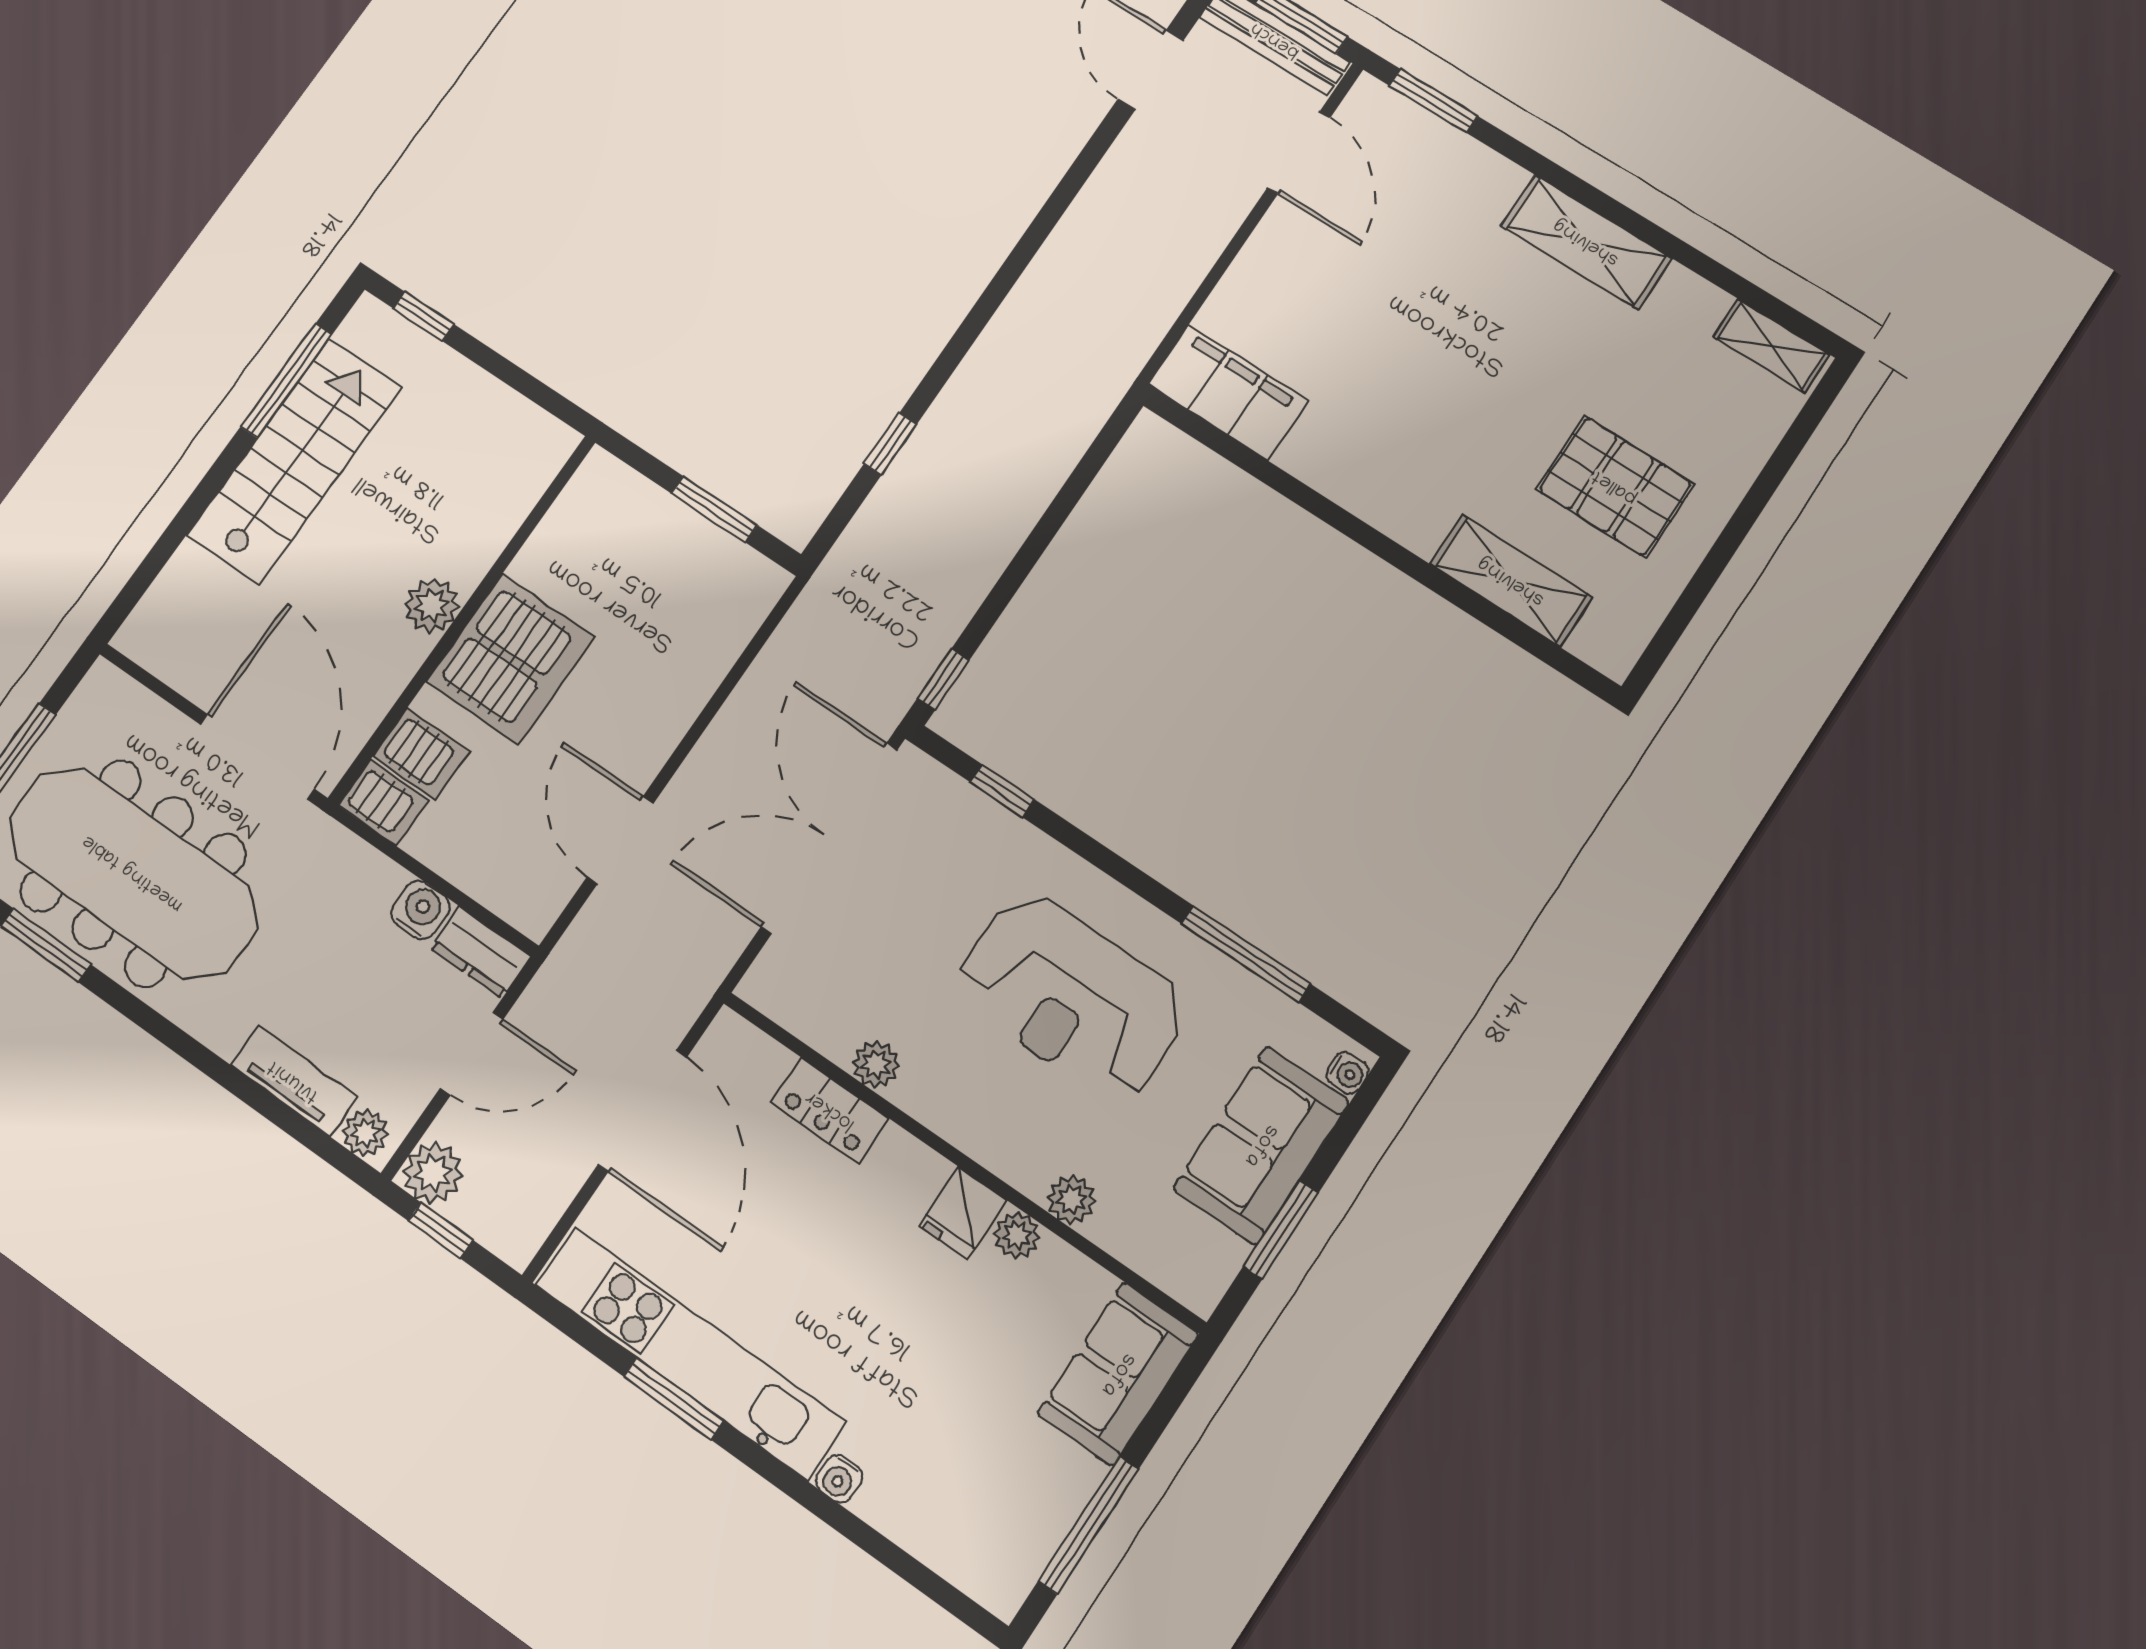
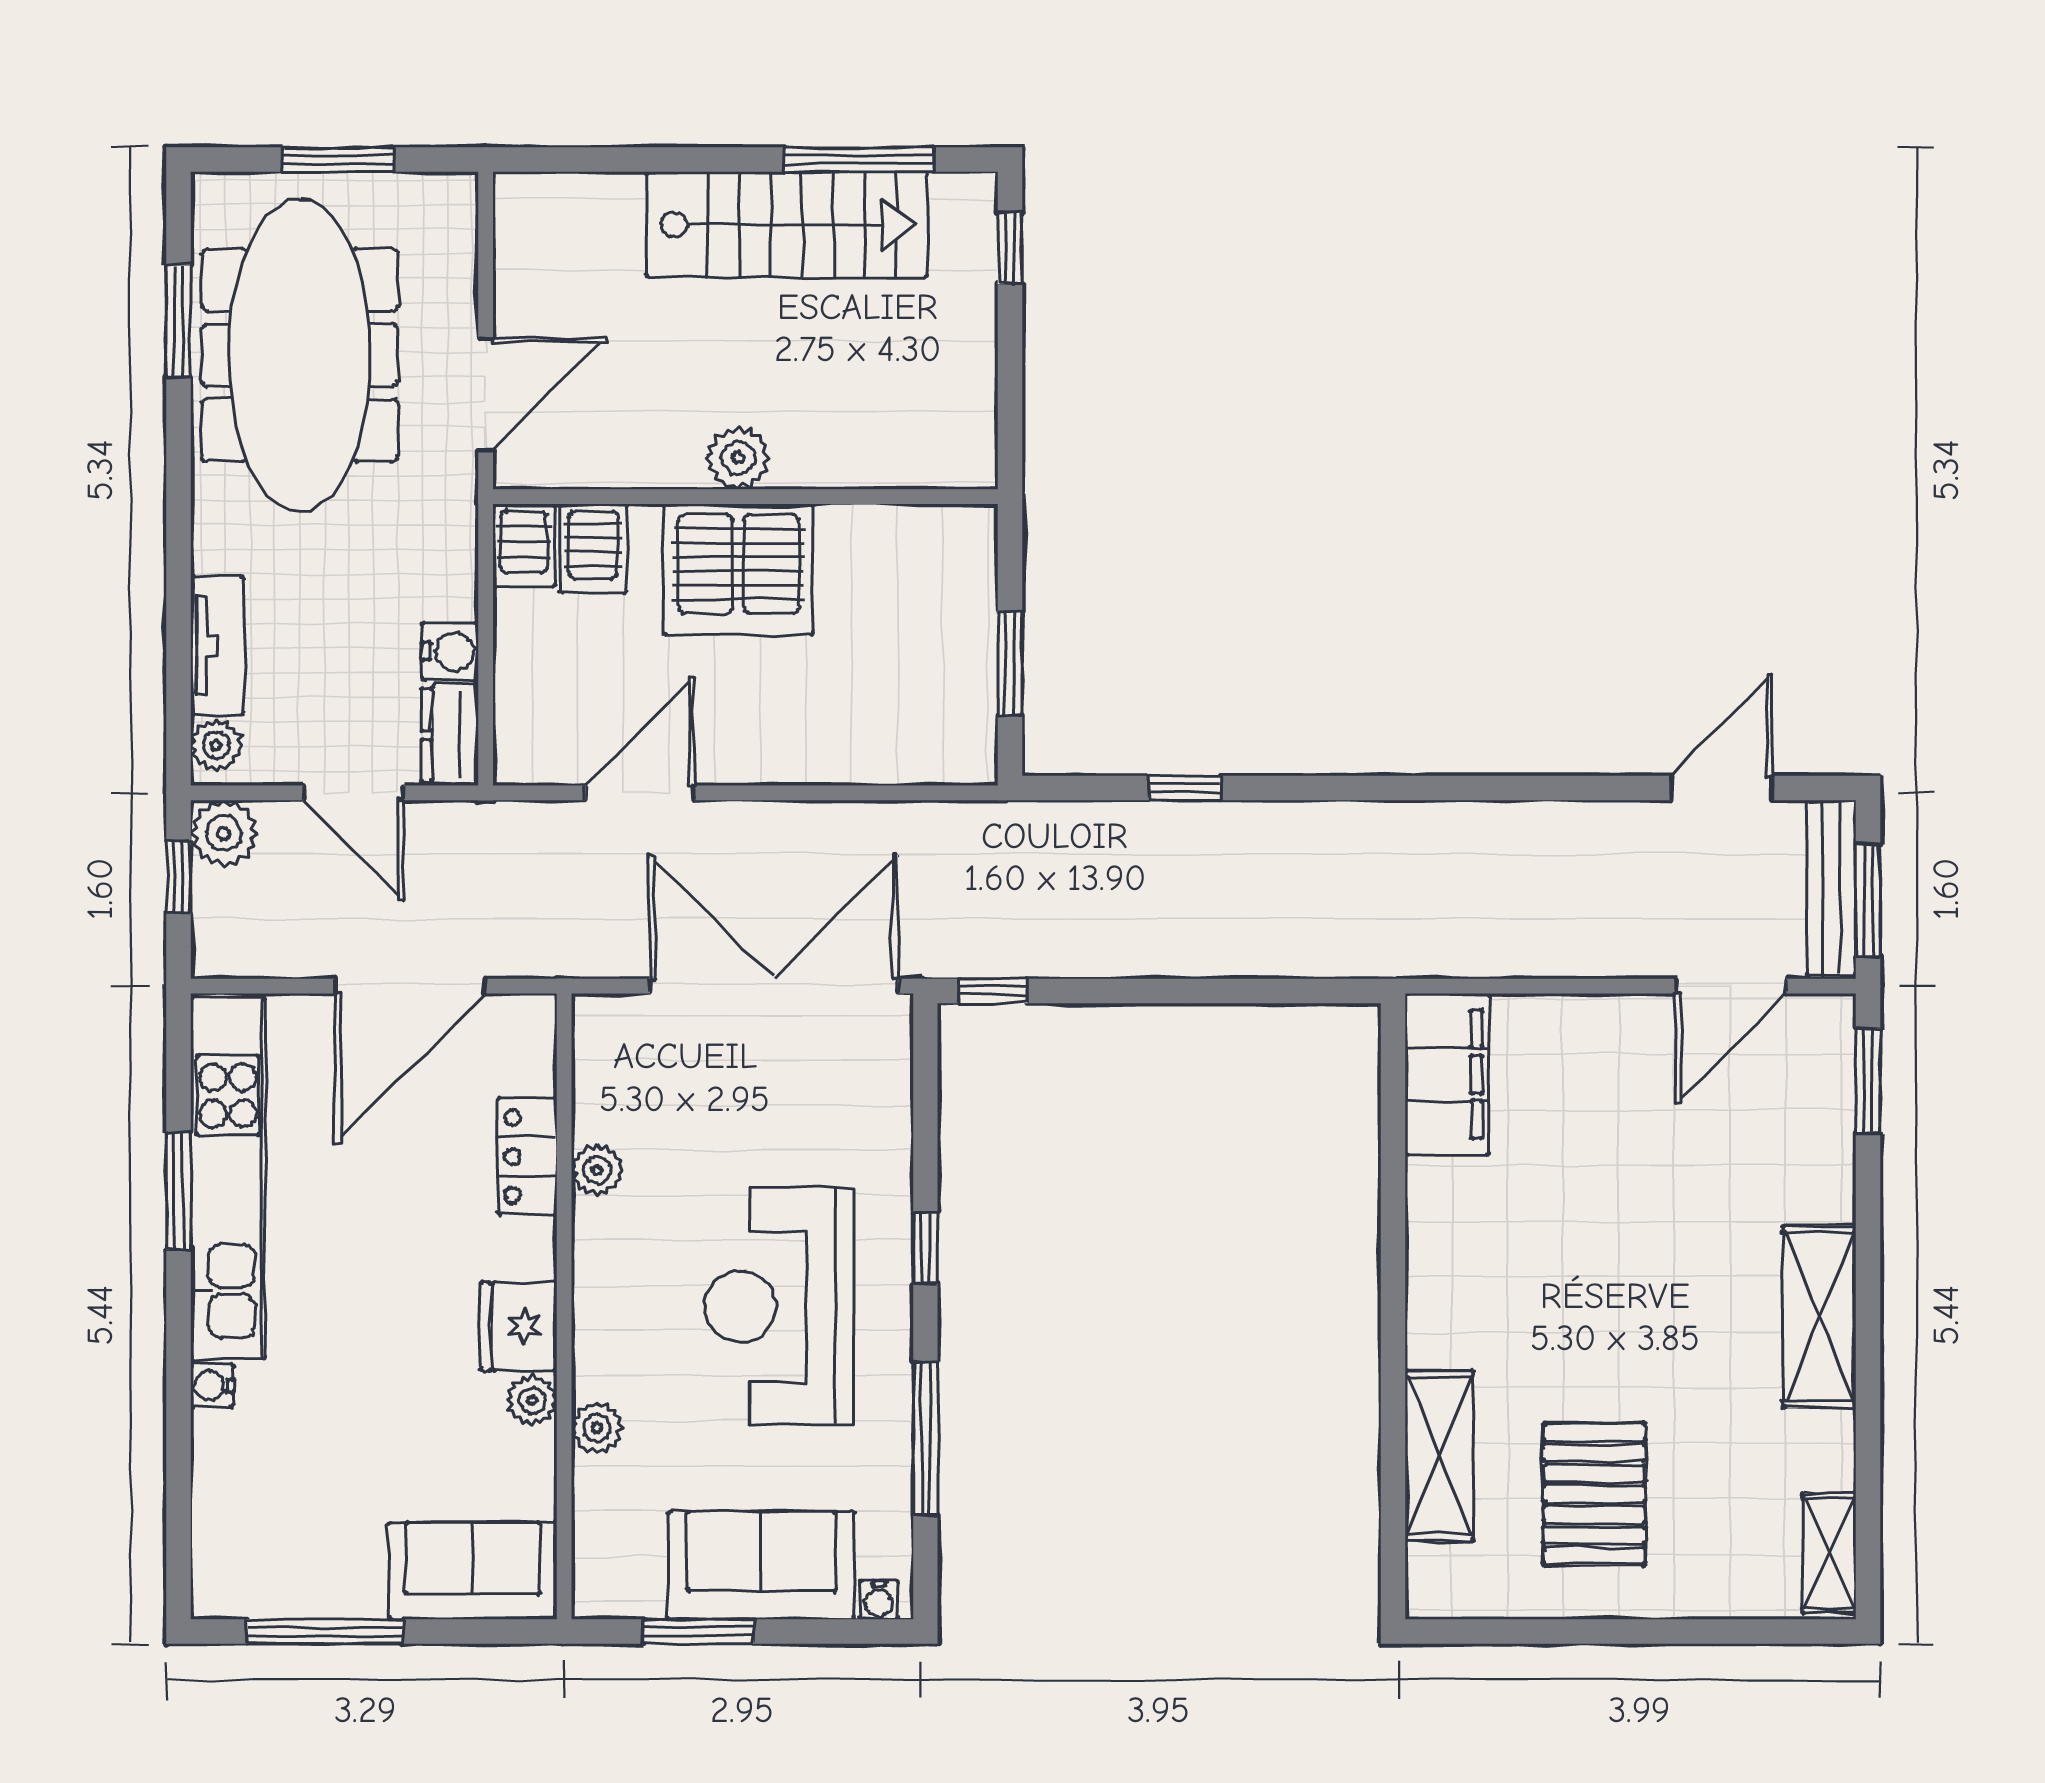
door: (257, 757) -> (486, 394), width x0.73
window: (1002, 791) -> (925, 1248), moved
fridge: (963, 1213) -> (519, 1326), width x1.38

